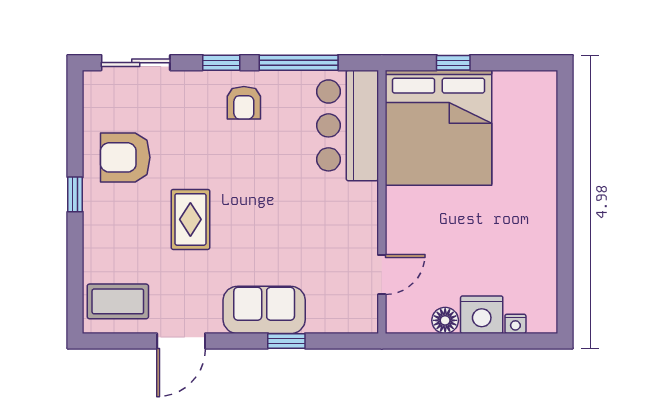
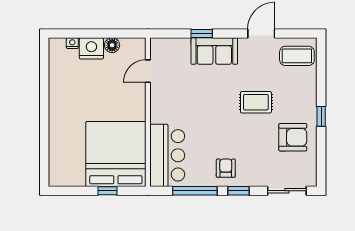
rug: (190, 219) -> (256, 102), turned 90

